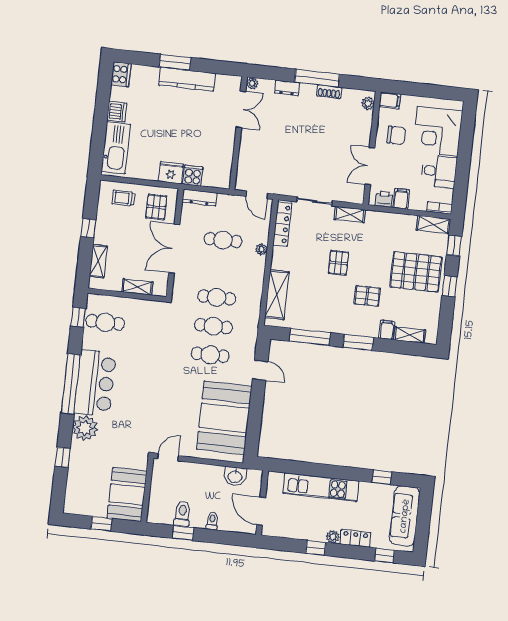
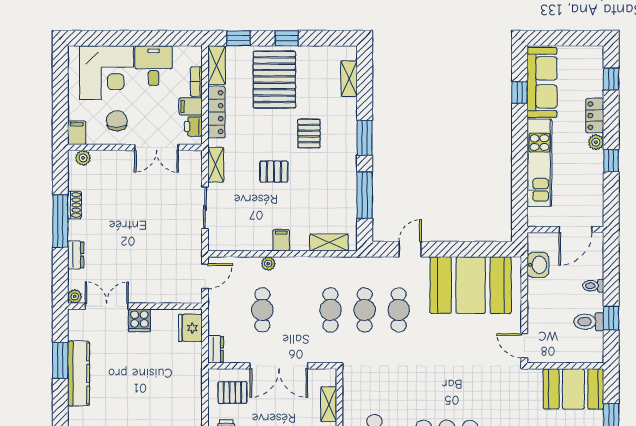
window: (175, 62) -> (60, 360), moved
fridge: (171, 173) -> (190, 328), moved
cooker: (193, 176) -> (139, 320), moved, turned -90
dresser: (200, 197) -> (216, 349), width x0.70
bookcase: (439, 208) -> (196, 82), moved
locker: (282, 224) -> (216, 112), moved, turned 90
shelving: (277, 295) -> (329, 243), width x0.67, depth x0.75
filing cabinet: (387, 330) -> (281, 240), moved, turned 90
sofa: (405, 516) -> (542, 82), moved, turned -90

